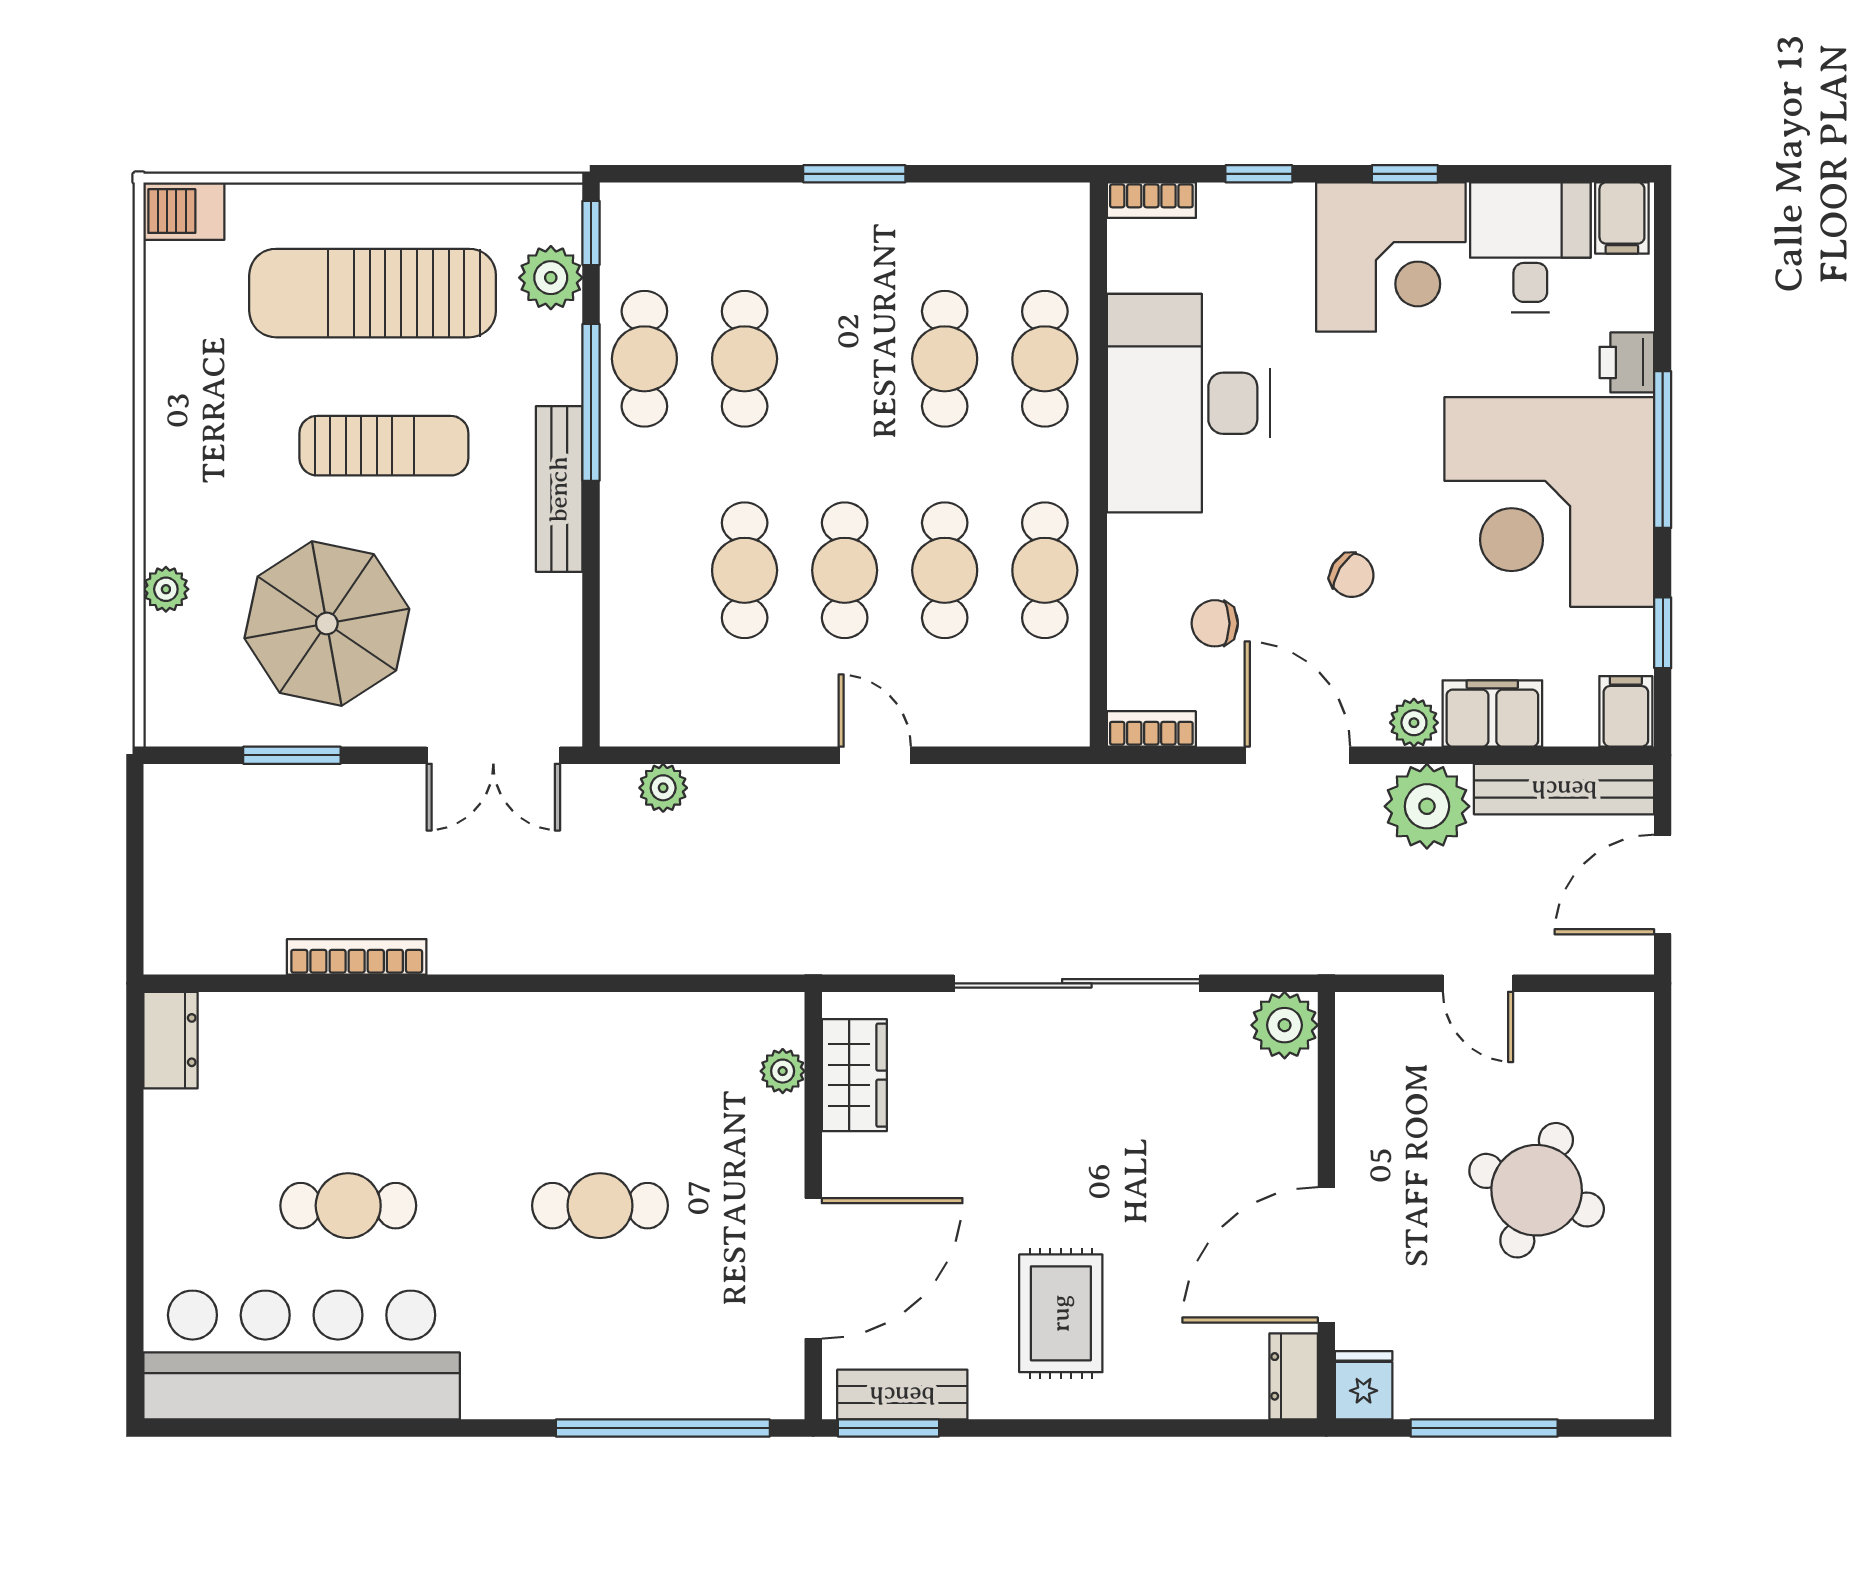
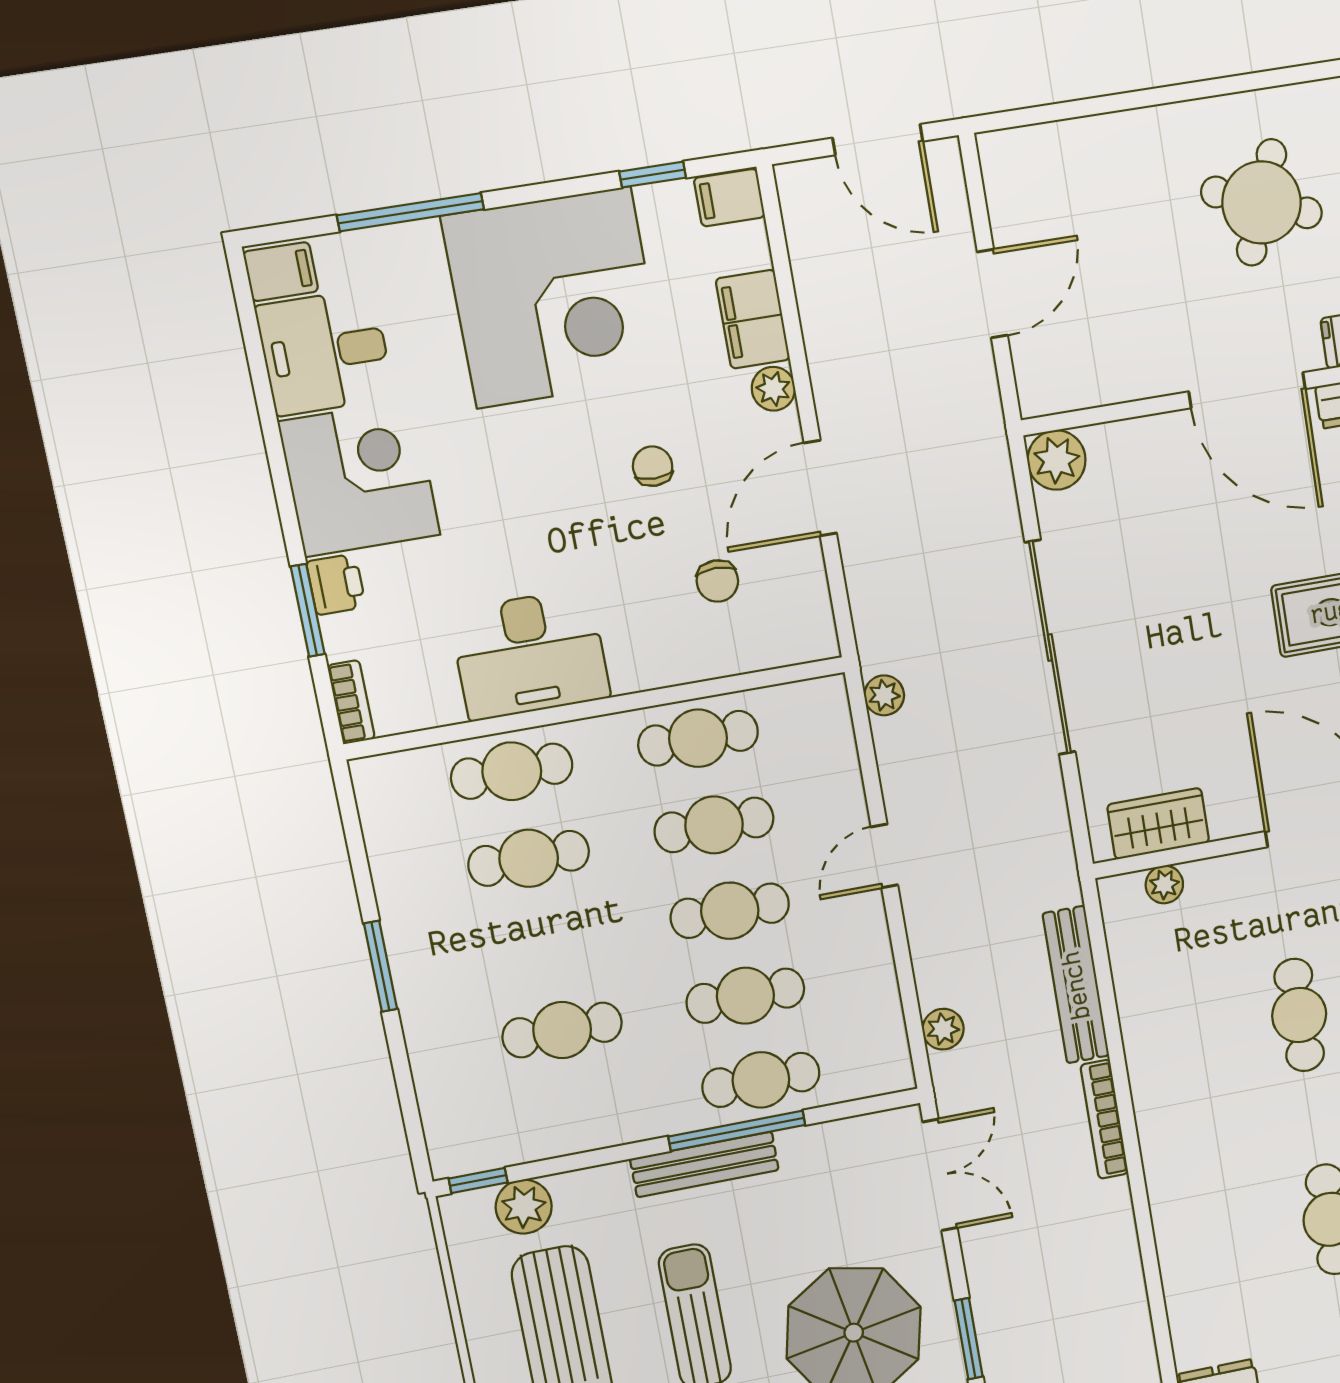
window: (1259, 174) -> (308, 610), width x1.50
window: (1405, 174) -> (281, 478), removed
cafe table: (644, 359) -> (761, 1080), moved
printer: (1627, 362) -> (336, 584), moved, turned -90
window: (591, 402) -> (737, 1131), moved
desk: (1189, 403) -> (530, 654), width x0.73, depth x0.77
window: (1663, 450) -> (411, 212), moved
chair: (1352, 575) -> (653, 466), turned -32
bookcase: (1151, 729) -> (820, 621), removed
bench: (1564, 789) -> (1076, 985), moved
plant: (1427, 806) -> (884, 695), moved, width x0.53, depth x0.53
bookcase: (357, 957) -> (1104, 1119), moved
door: (1478, 983) -> (992, 294), width x1.38
round table: (1537, 1190) -> (1262, 202), moved

